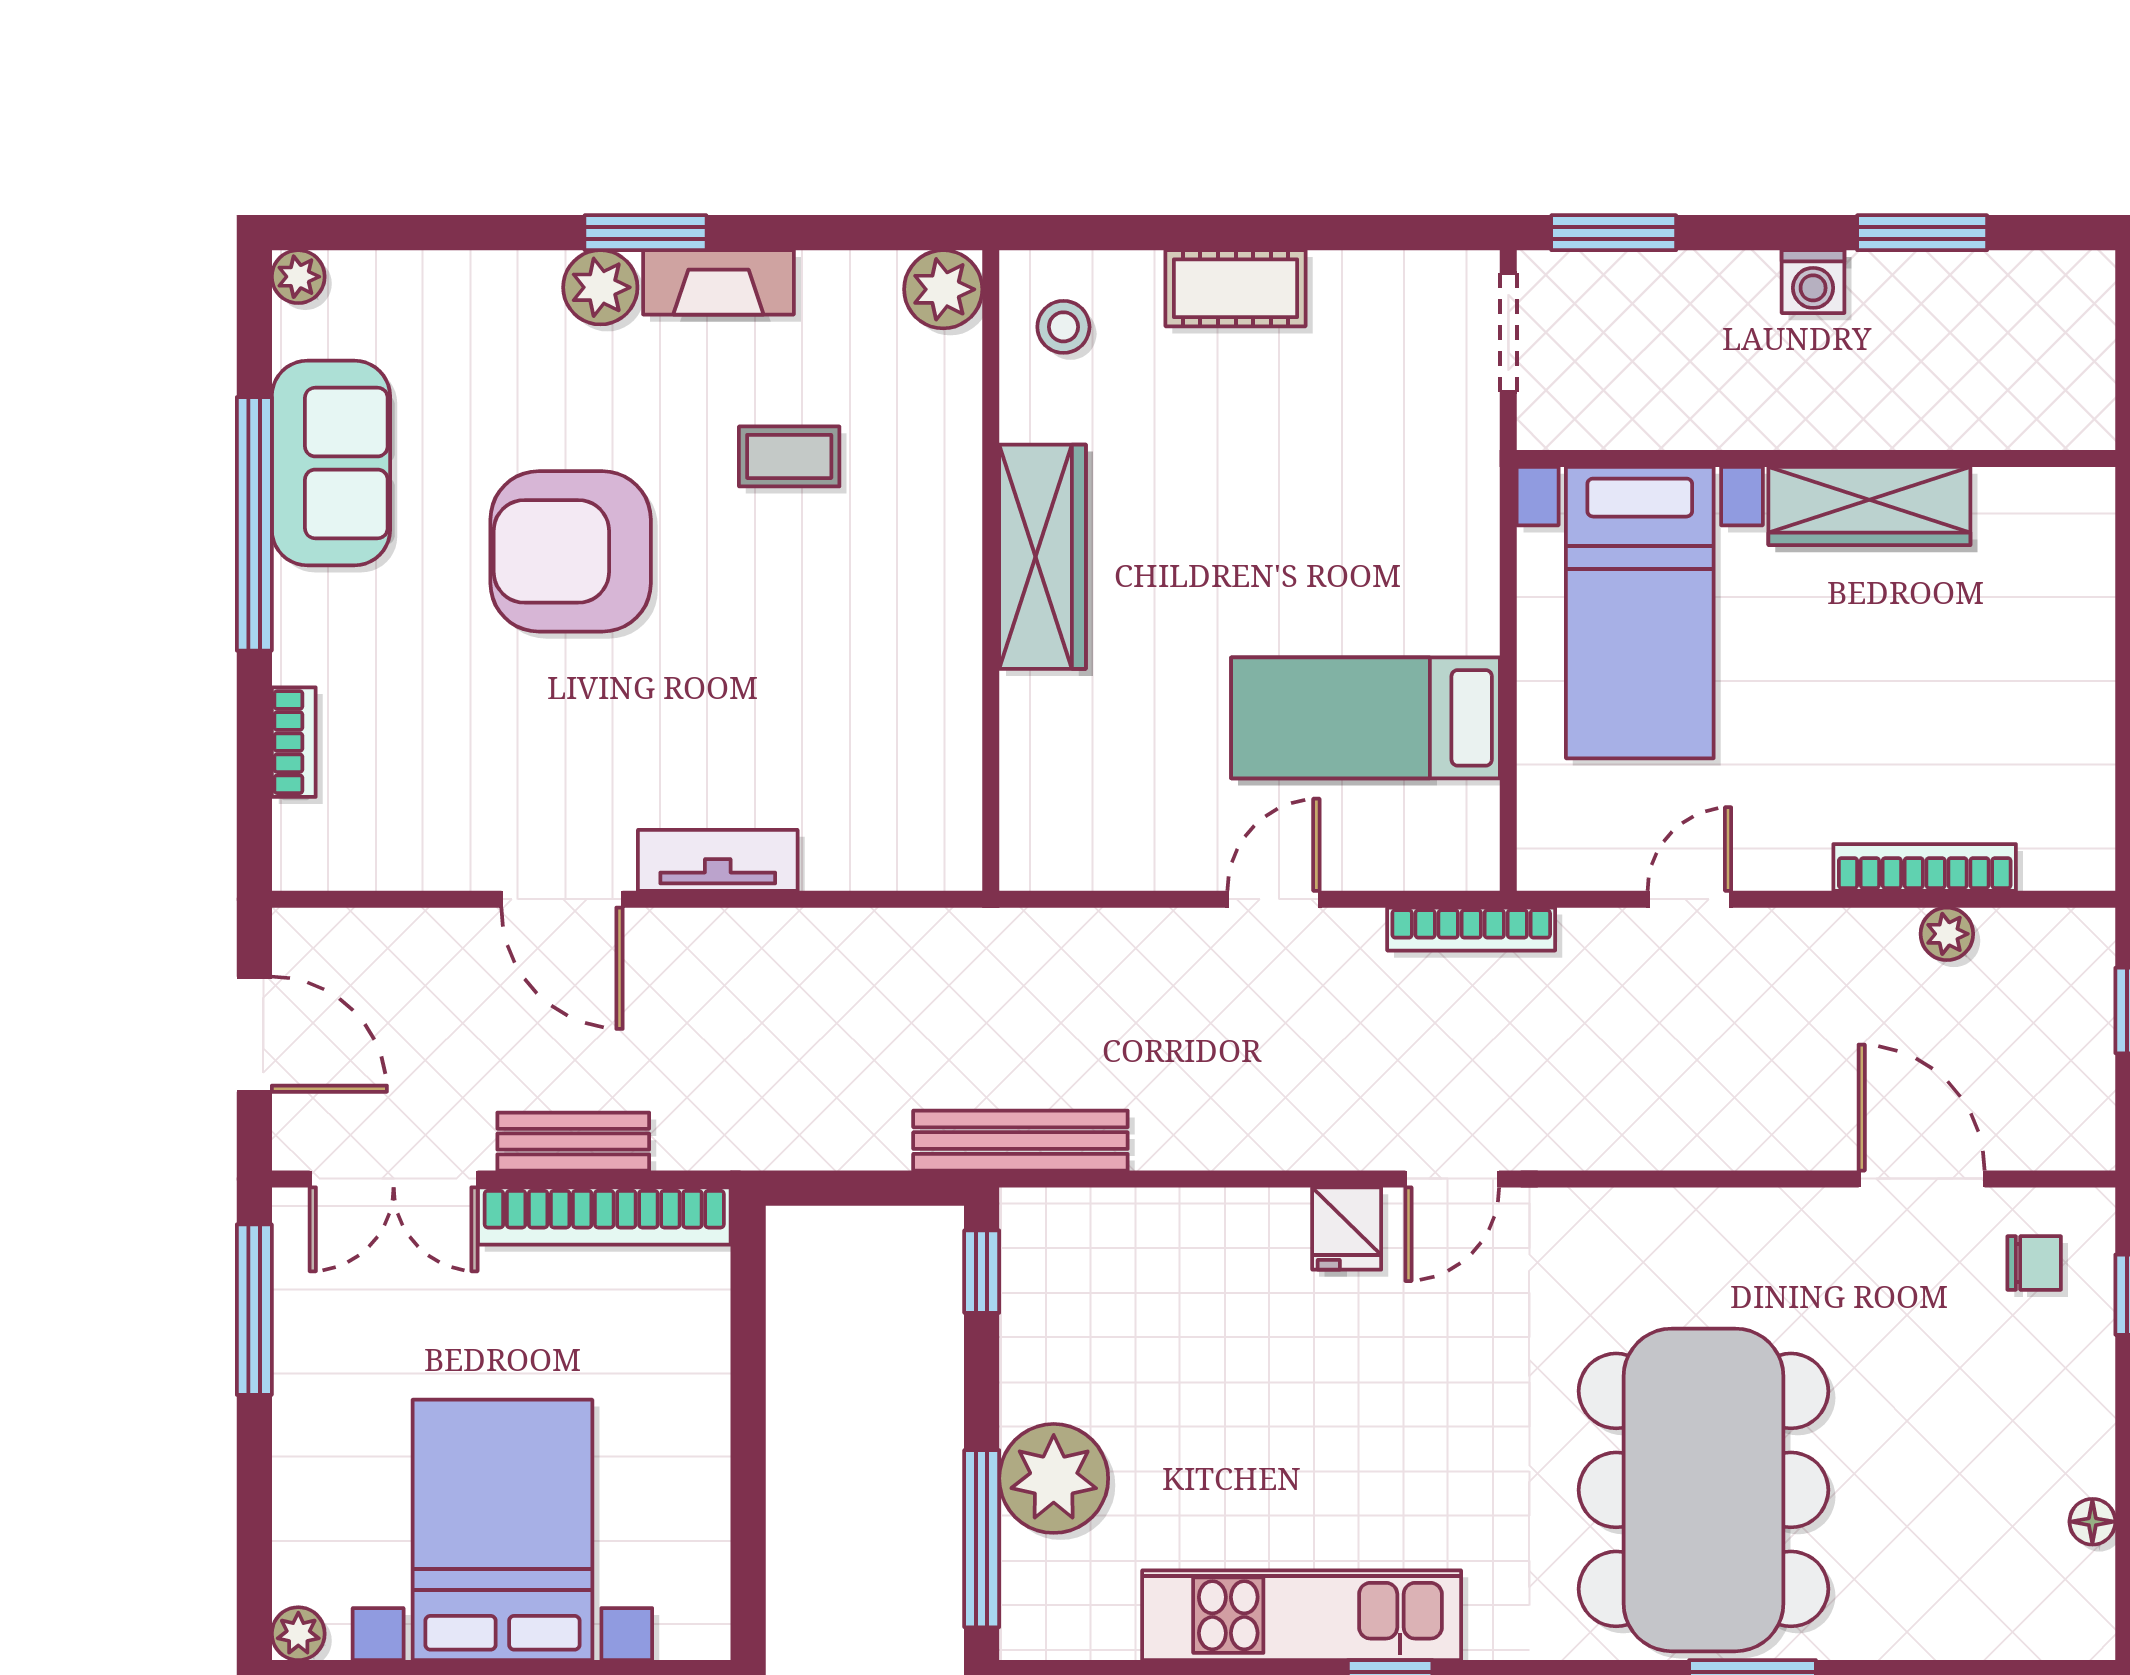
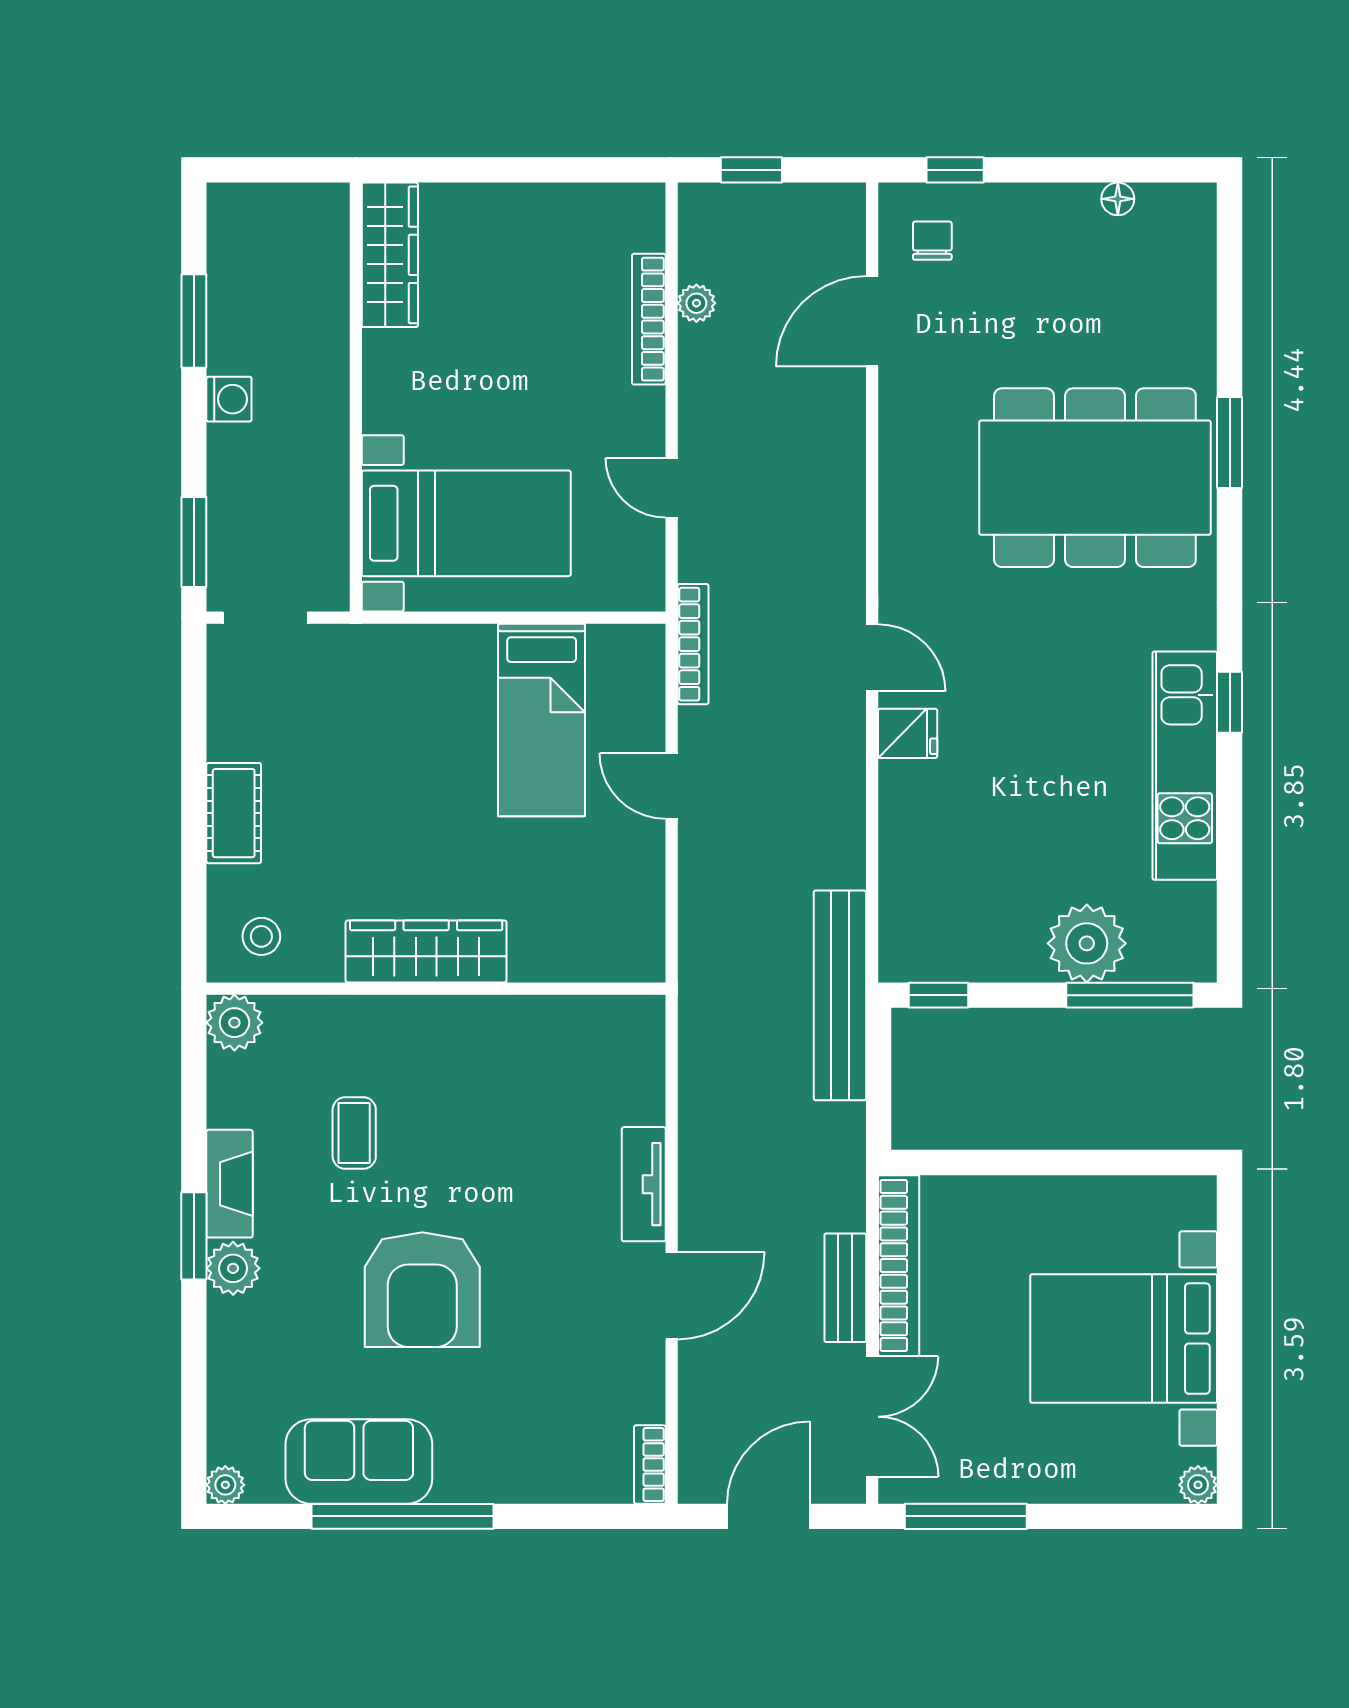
wardrobe: (1869, 506) -> (390, 255), moved
bookcase: (294, 742) -> (650, 1465), moved, turned -90
bench: (1020, 1141) -> (840, 995), width x1.37, depth x1.21

